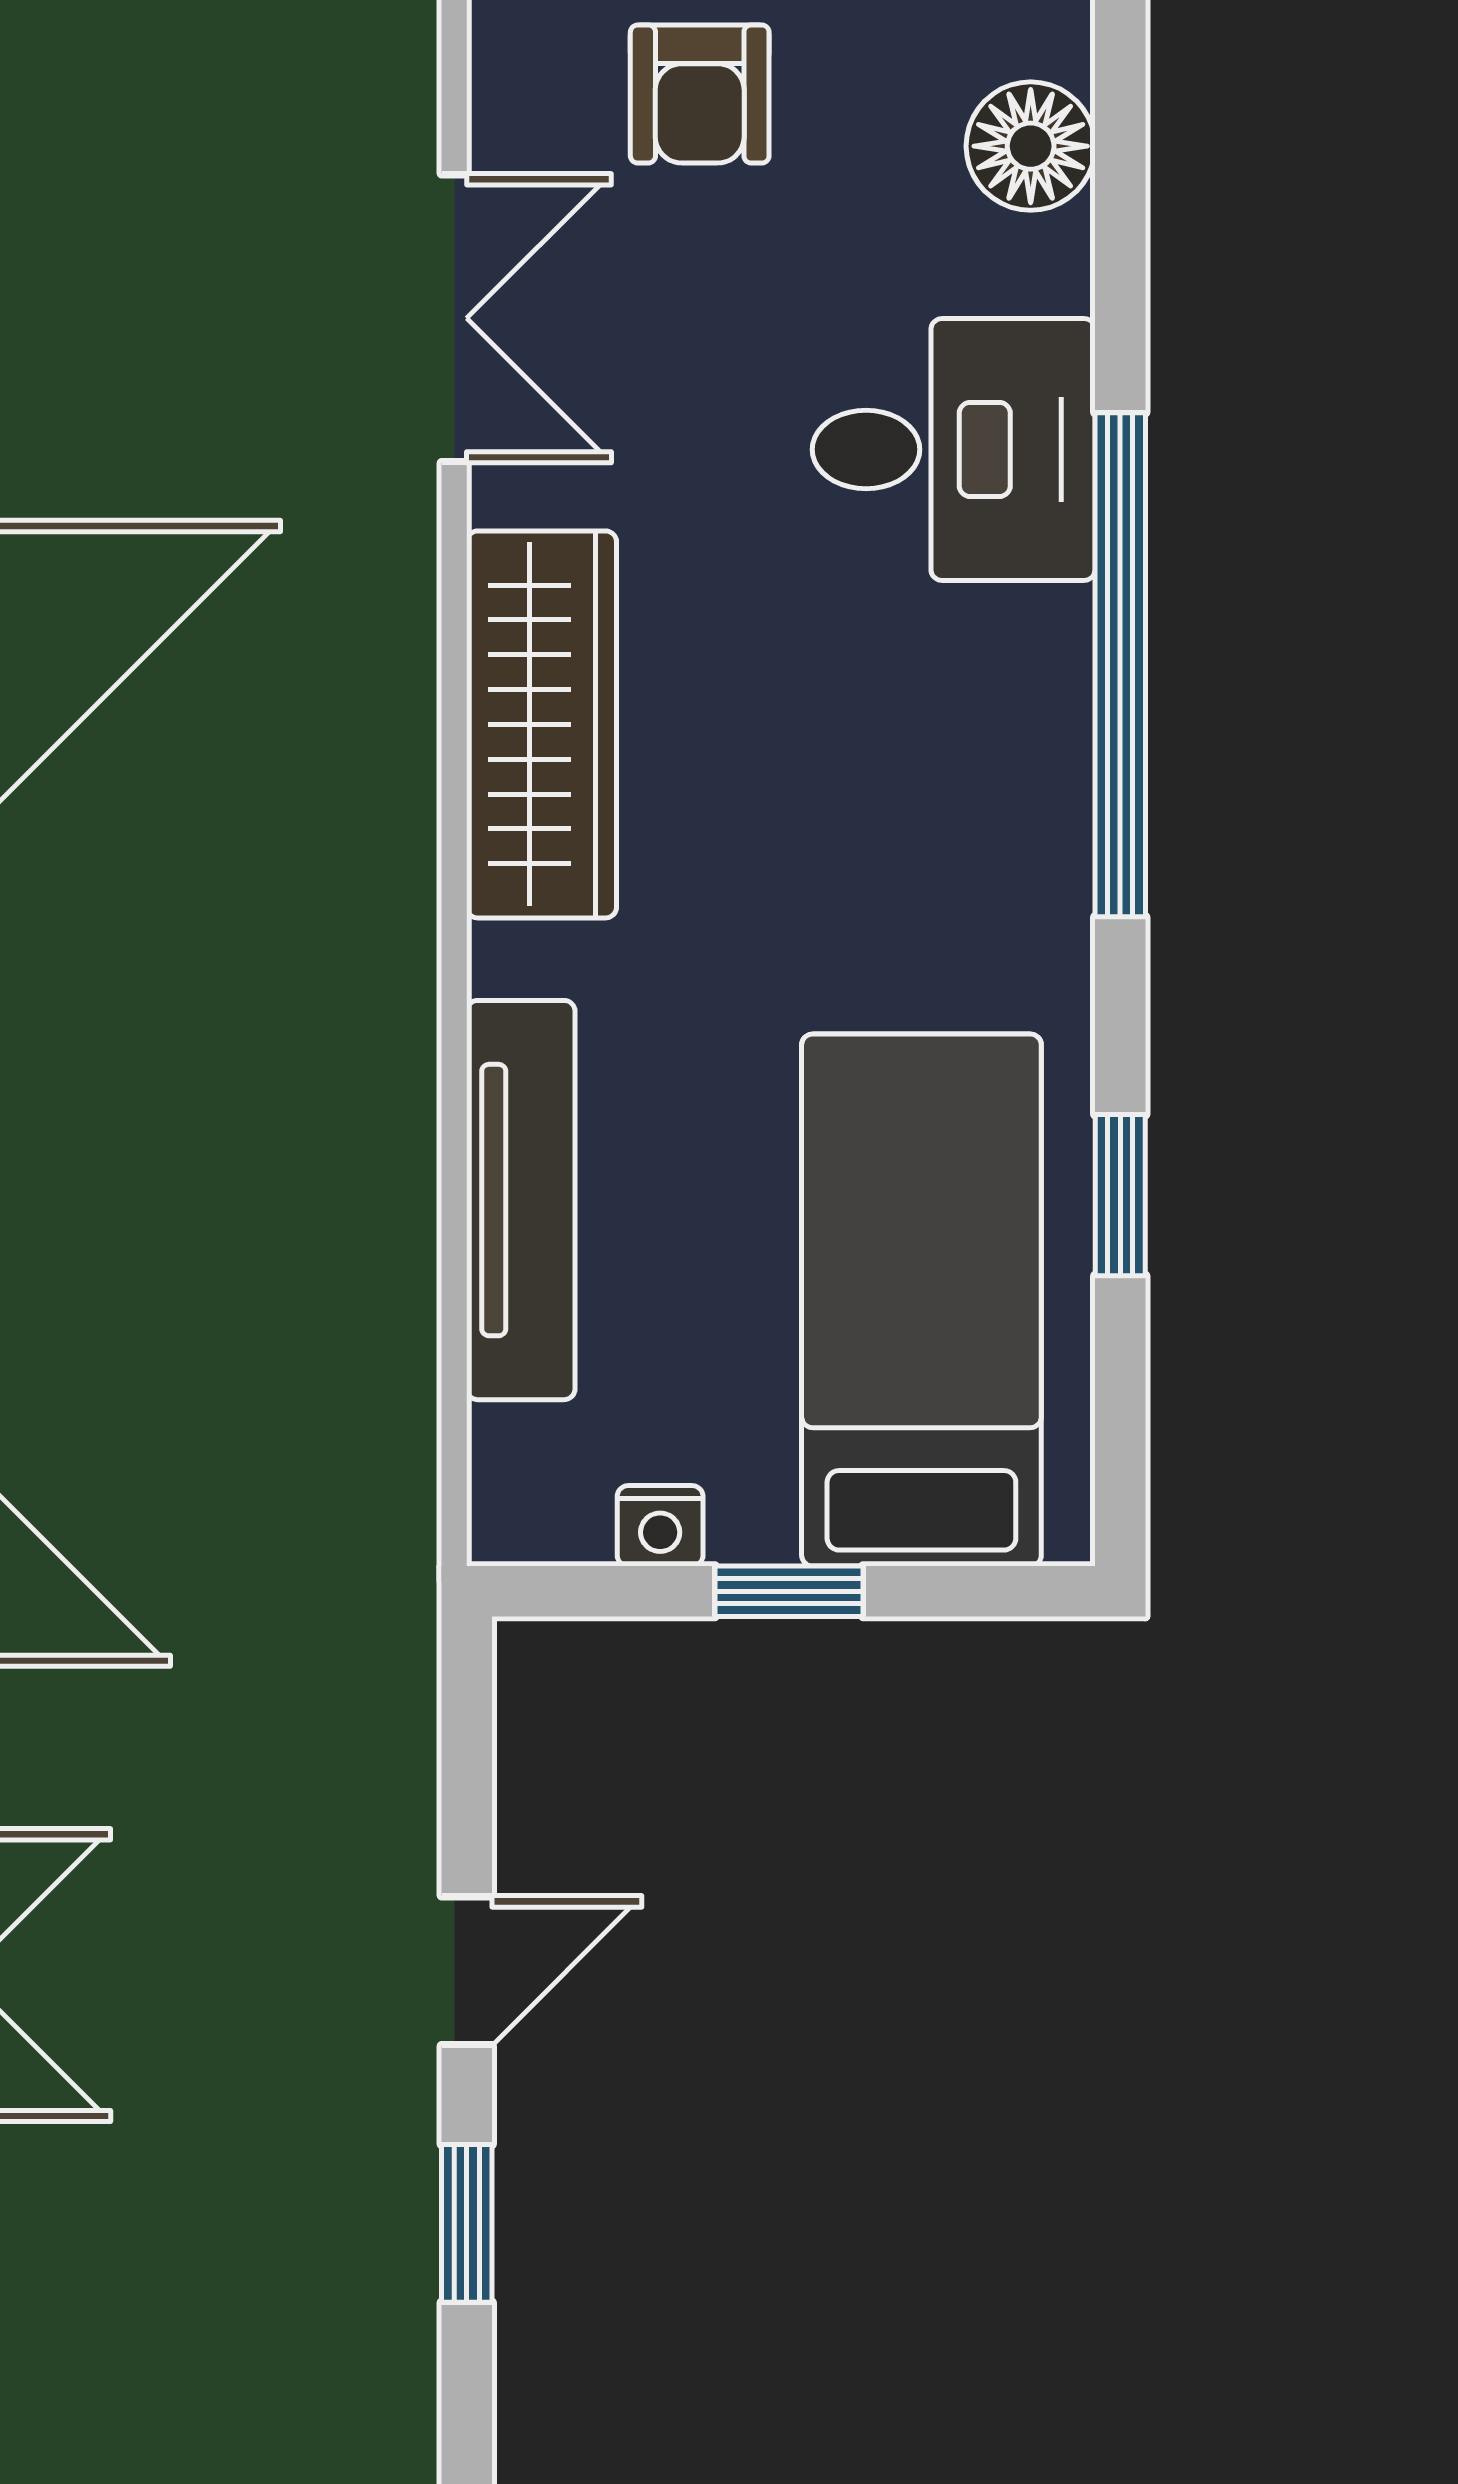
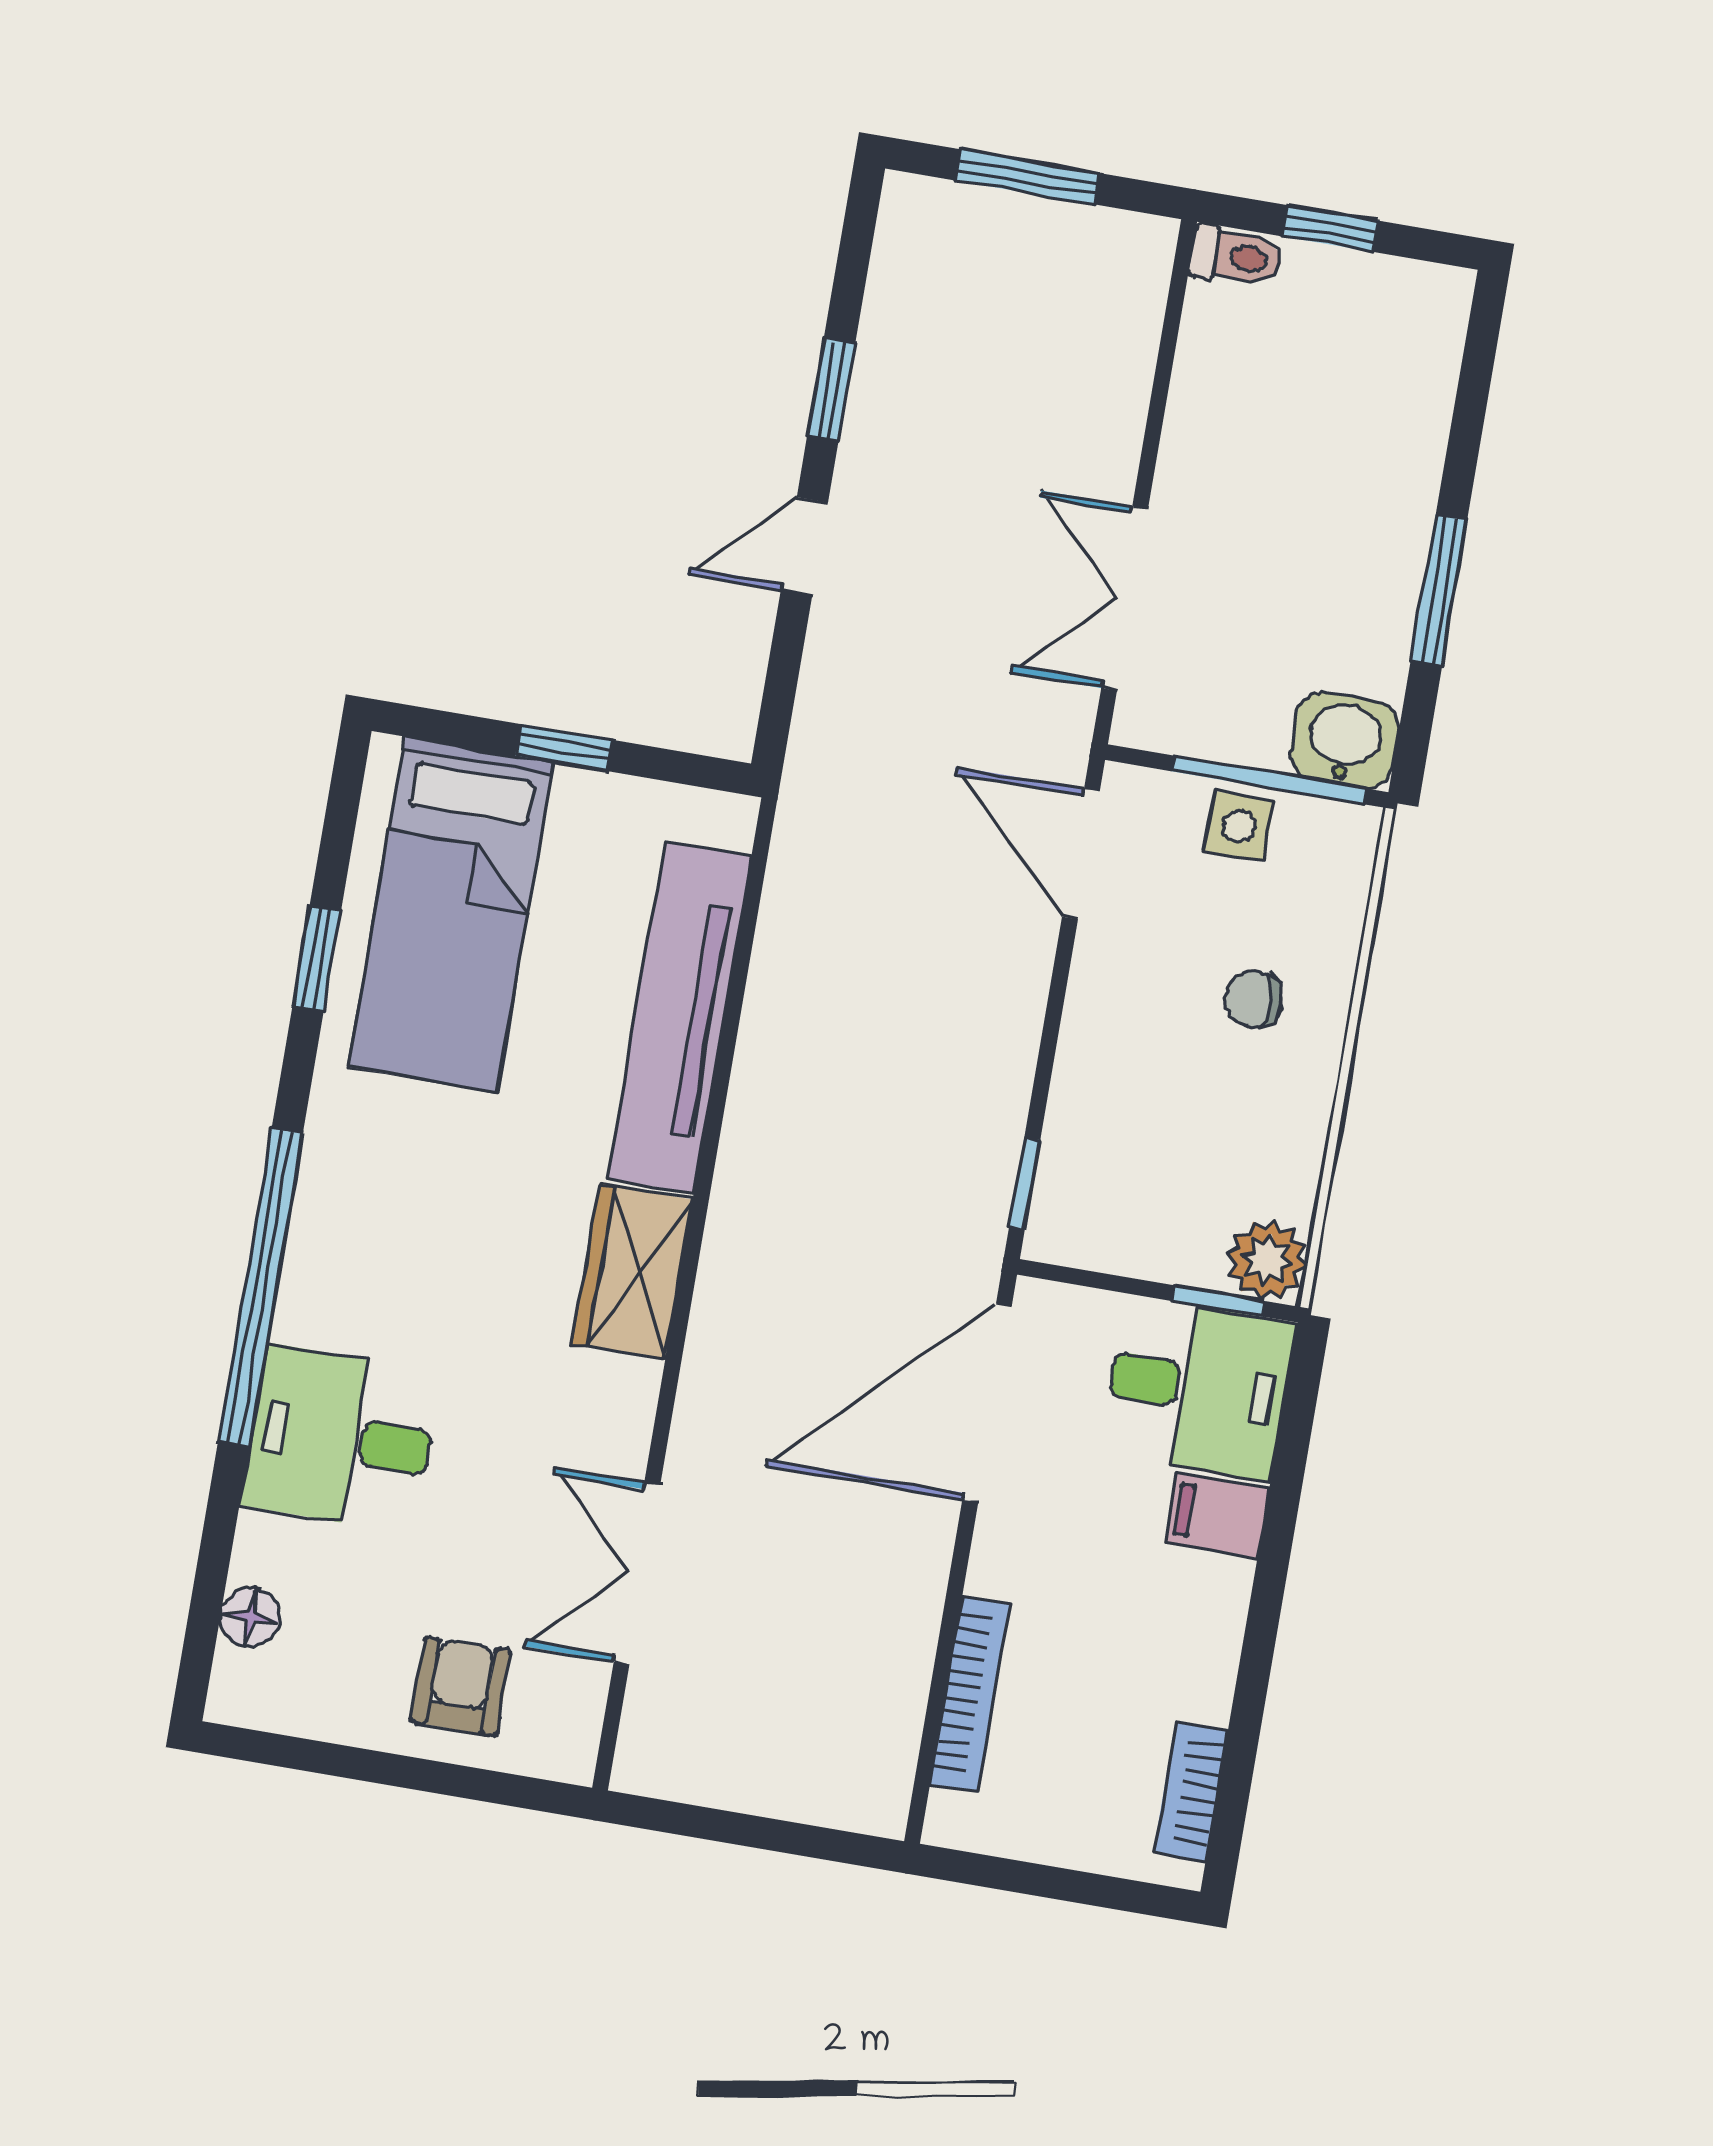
floor lamp: (1031, 146) -> (250, 1617), width x0.73, depth x0.73
wardrobe: (542, 724) -> (633, 1272), width x0.67
tv unit: (521, 1200) -> (679, 1017), width x1.36, depth x1.29
nightstand: (660, 1526) -> (637, 802), removed

